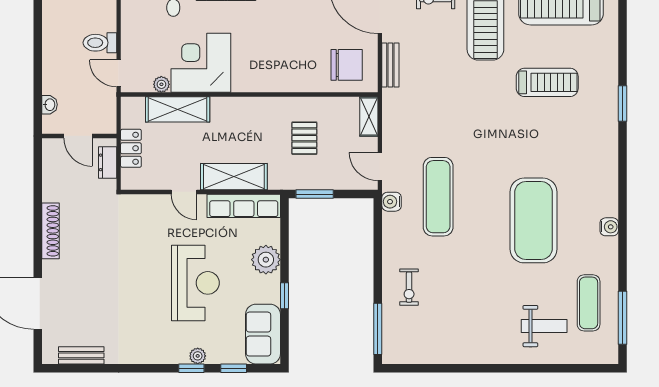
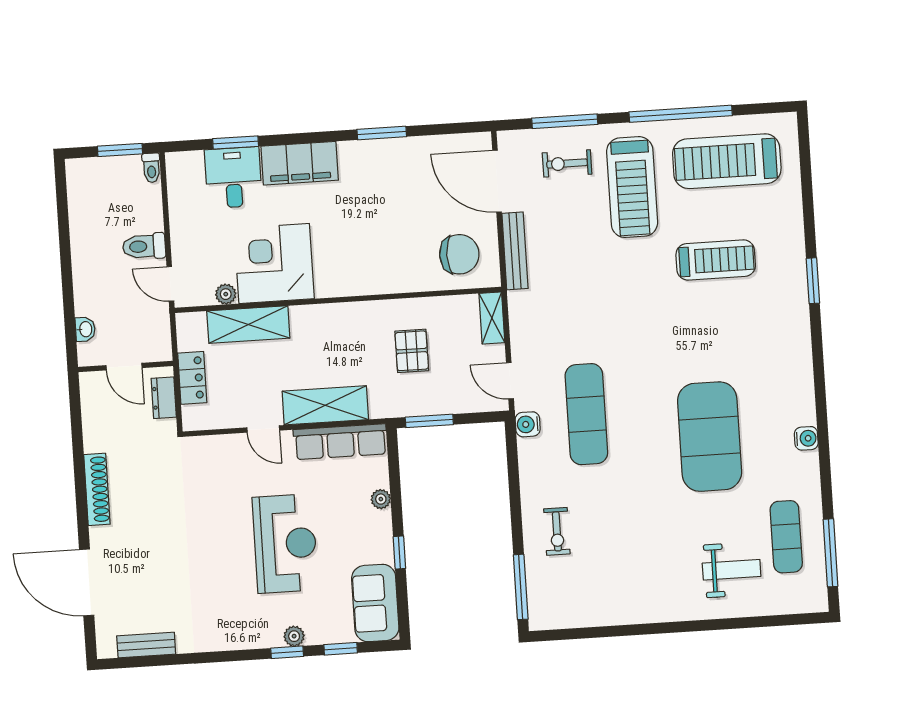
bench: (390, 65) -> (515, 251), width x1.36
plant: (266, 260) -> (381, 499), width x0.53, depth x0.53

